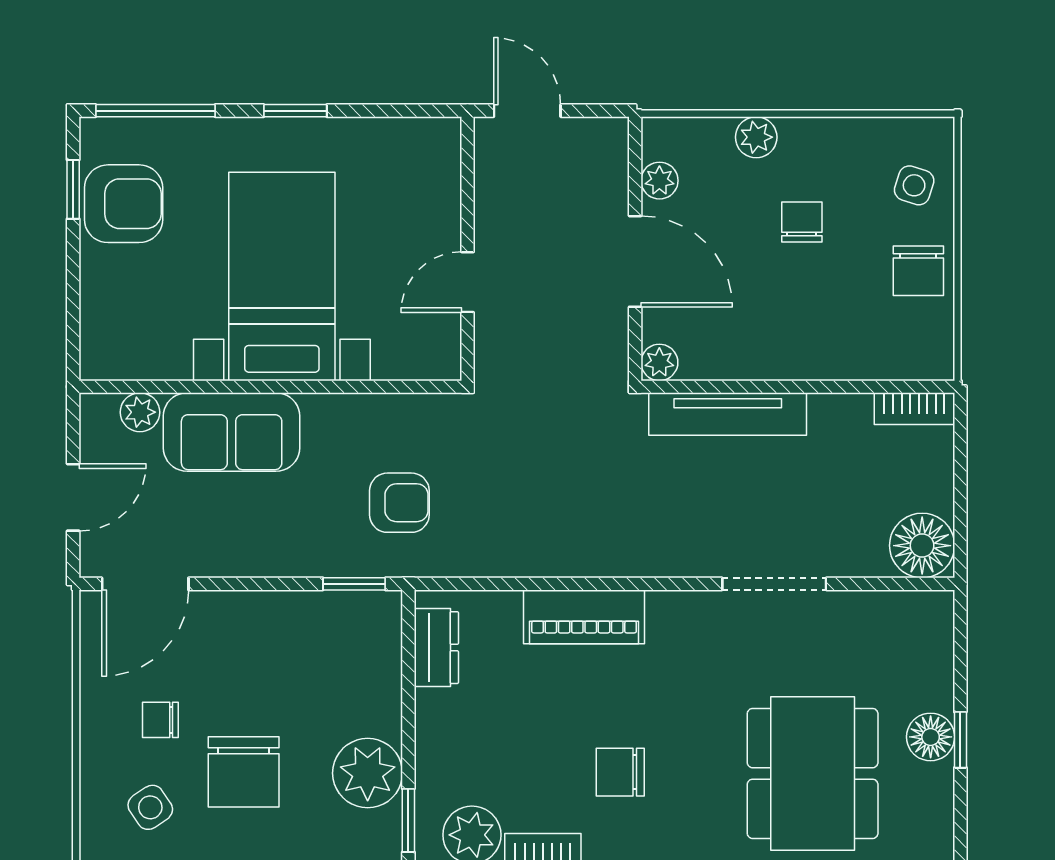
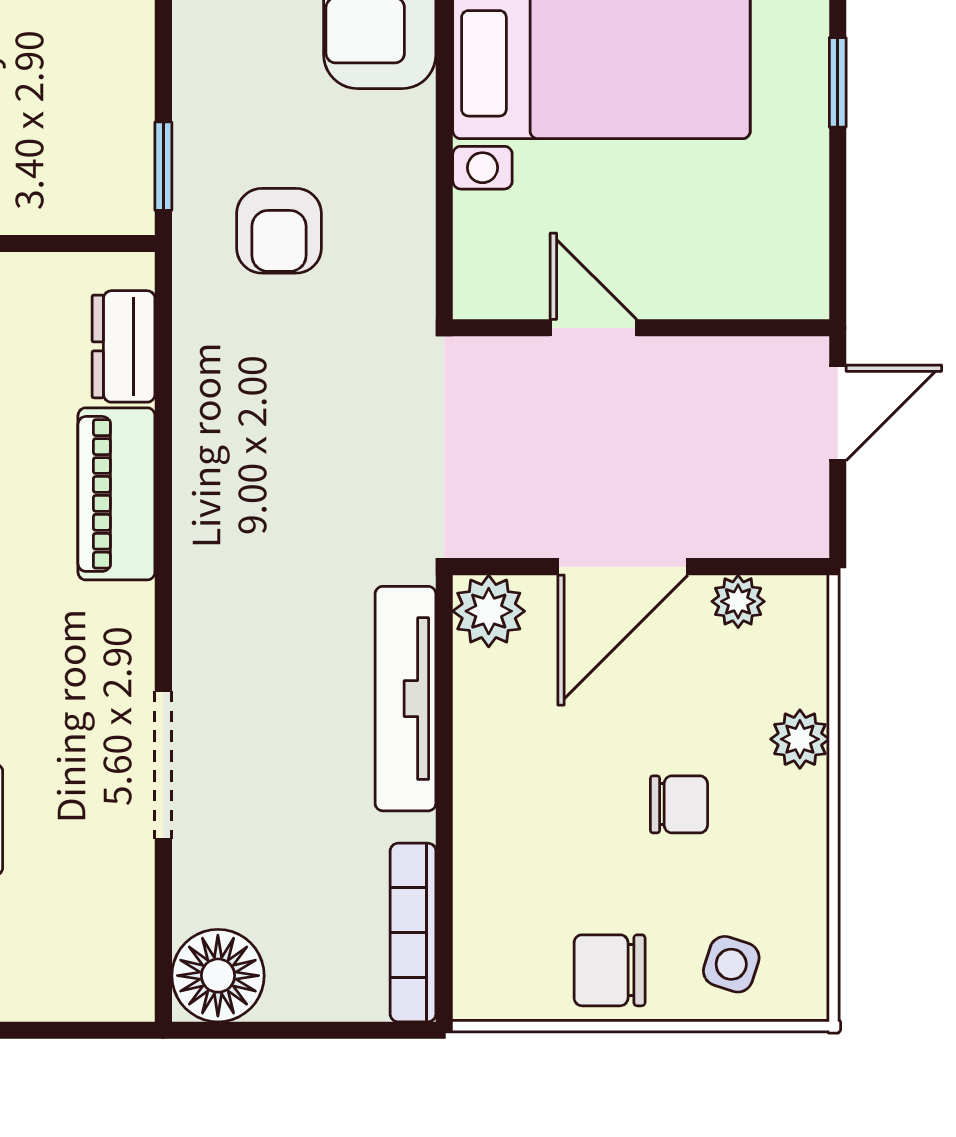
plant: (659, 362) -> (489, 611), width x1.38, depth x1.38
bookcase: (914, 409) -> (413, 932), width x1.56
dresser: (436, 648) -> (124, 346), moved, turned 90

